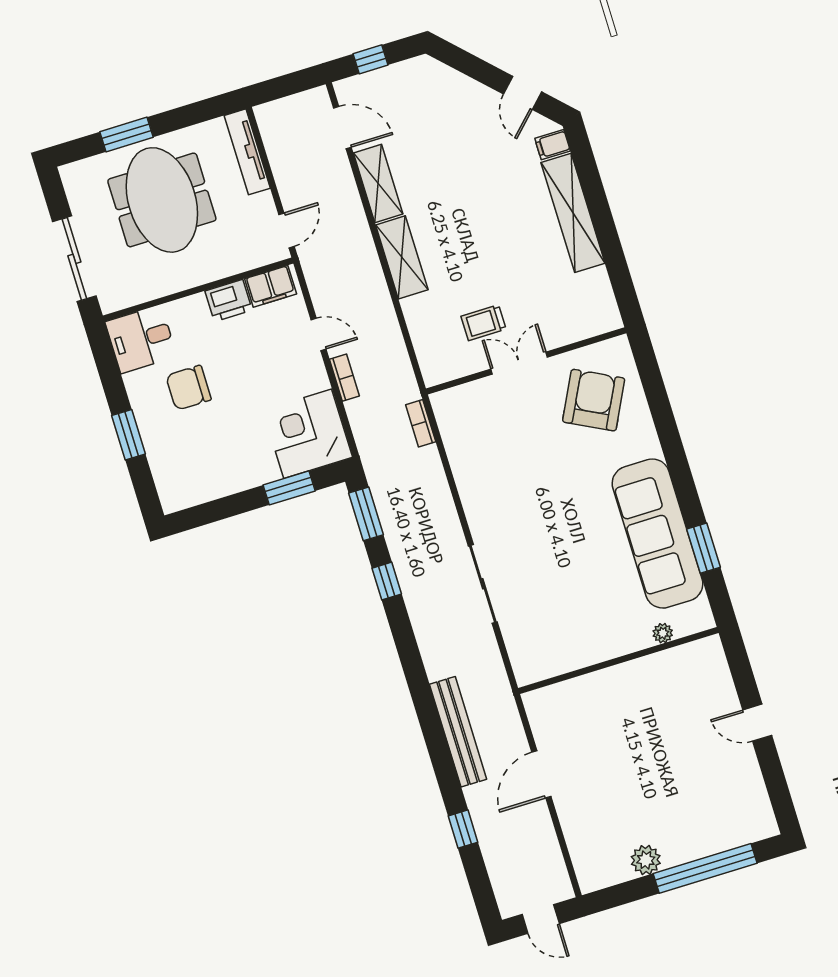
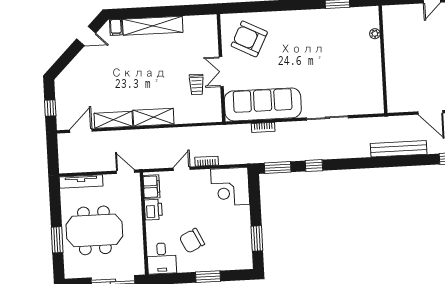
chair: (188, 388) -> (192, 241), turned 64
bookcase: (421, 423) -> (263, 127), moved
window: (289, 488) -> (257, 238), moved
sofa: (658, 534) -> (263, 104), moved, turned 180

